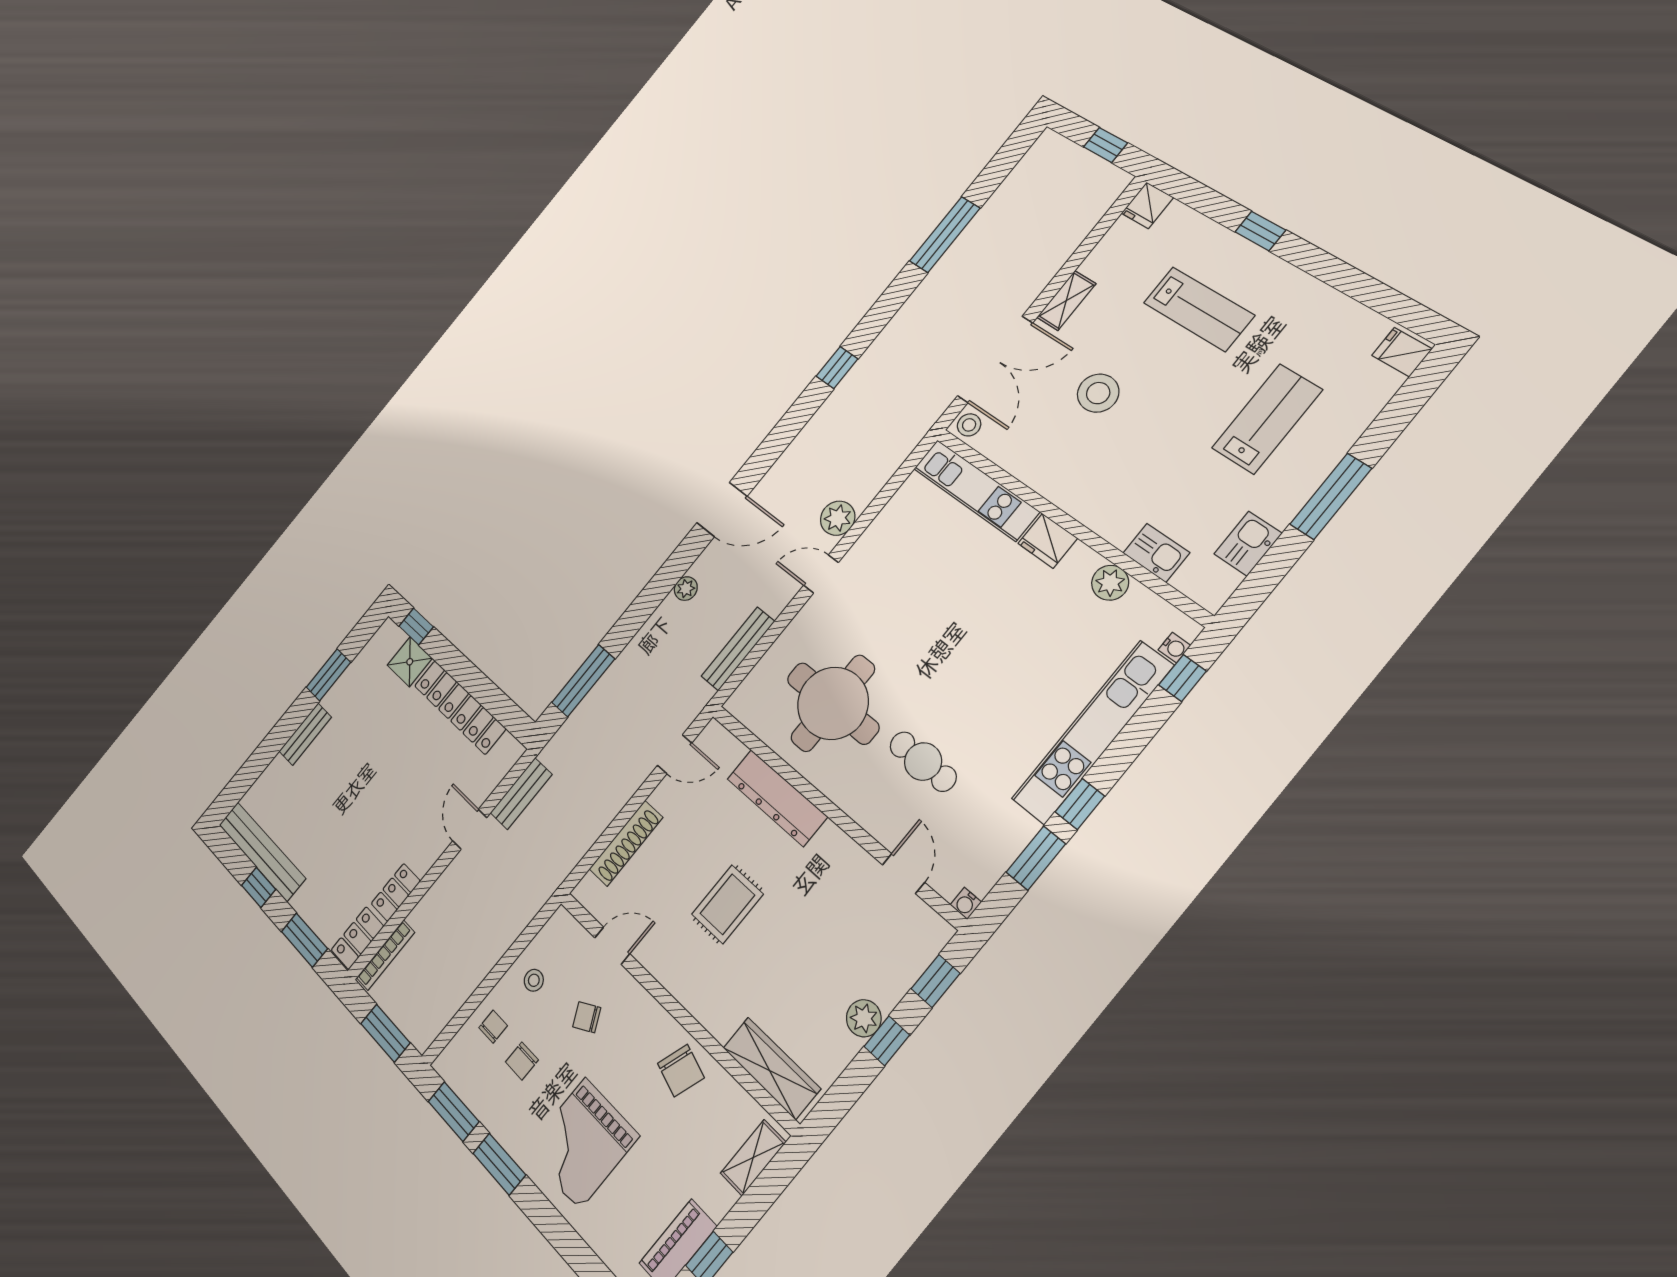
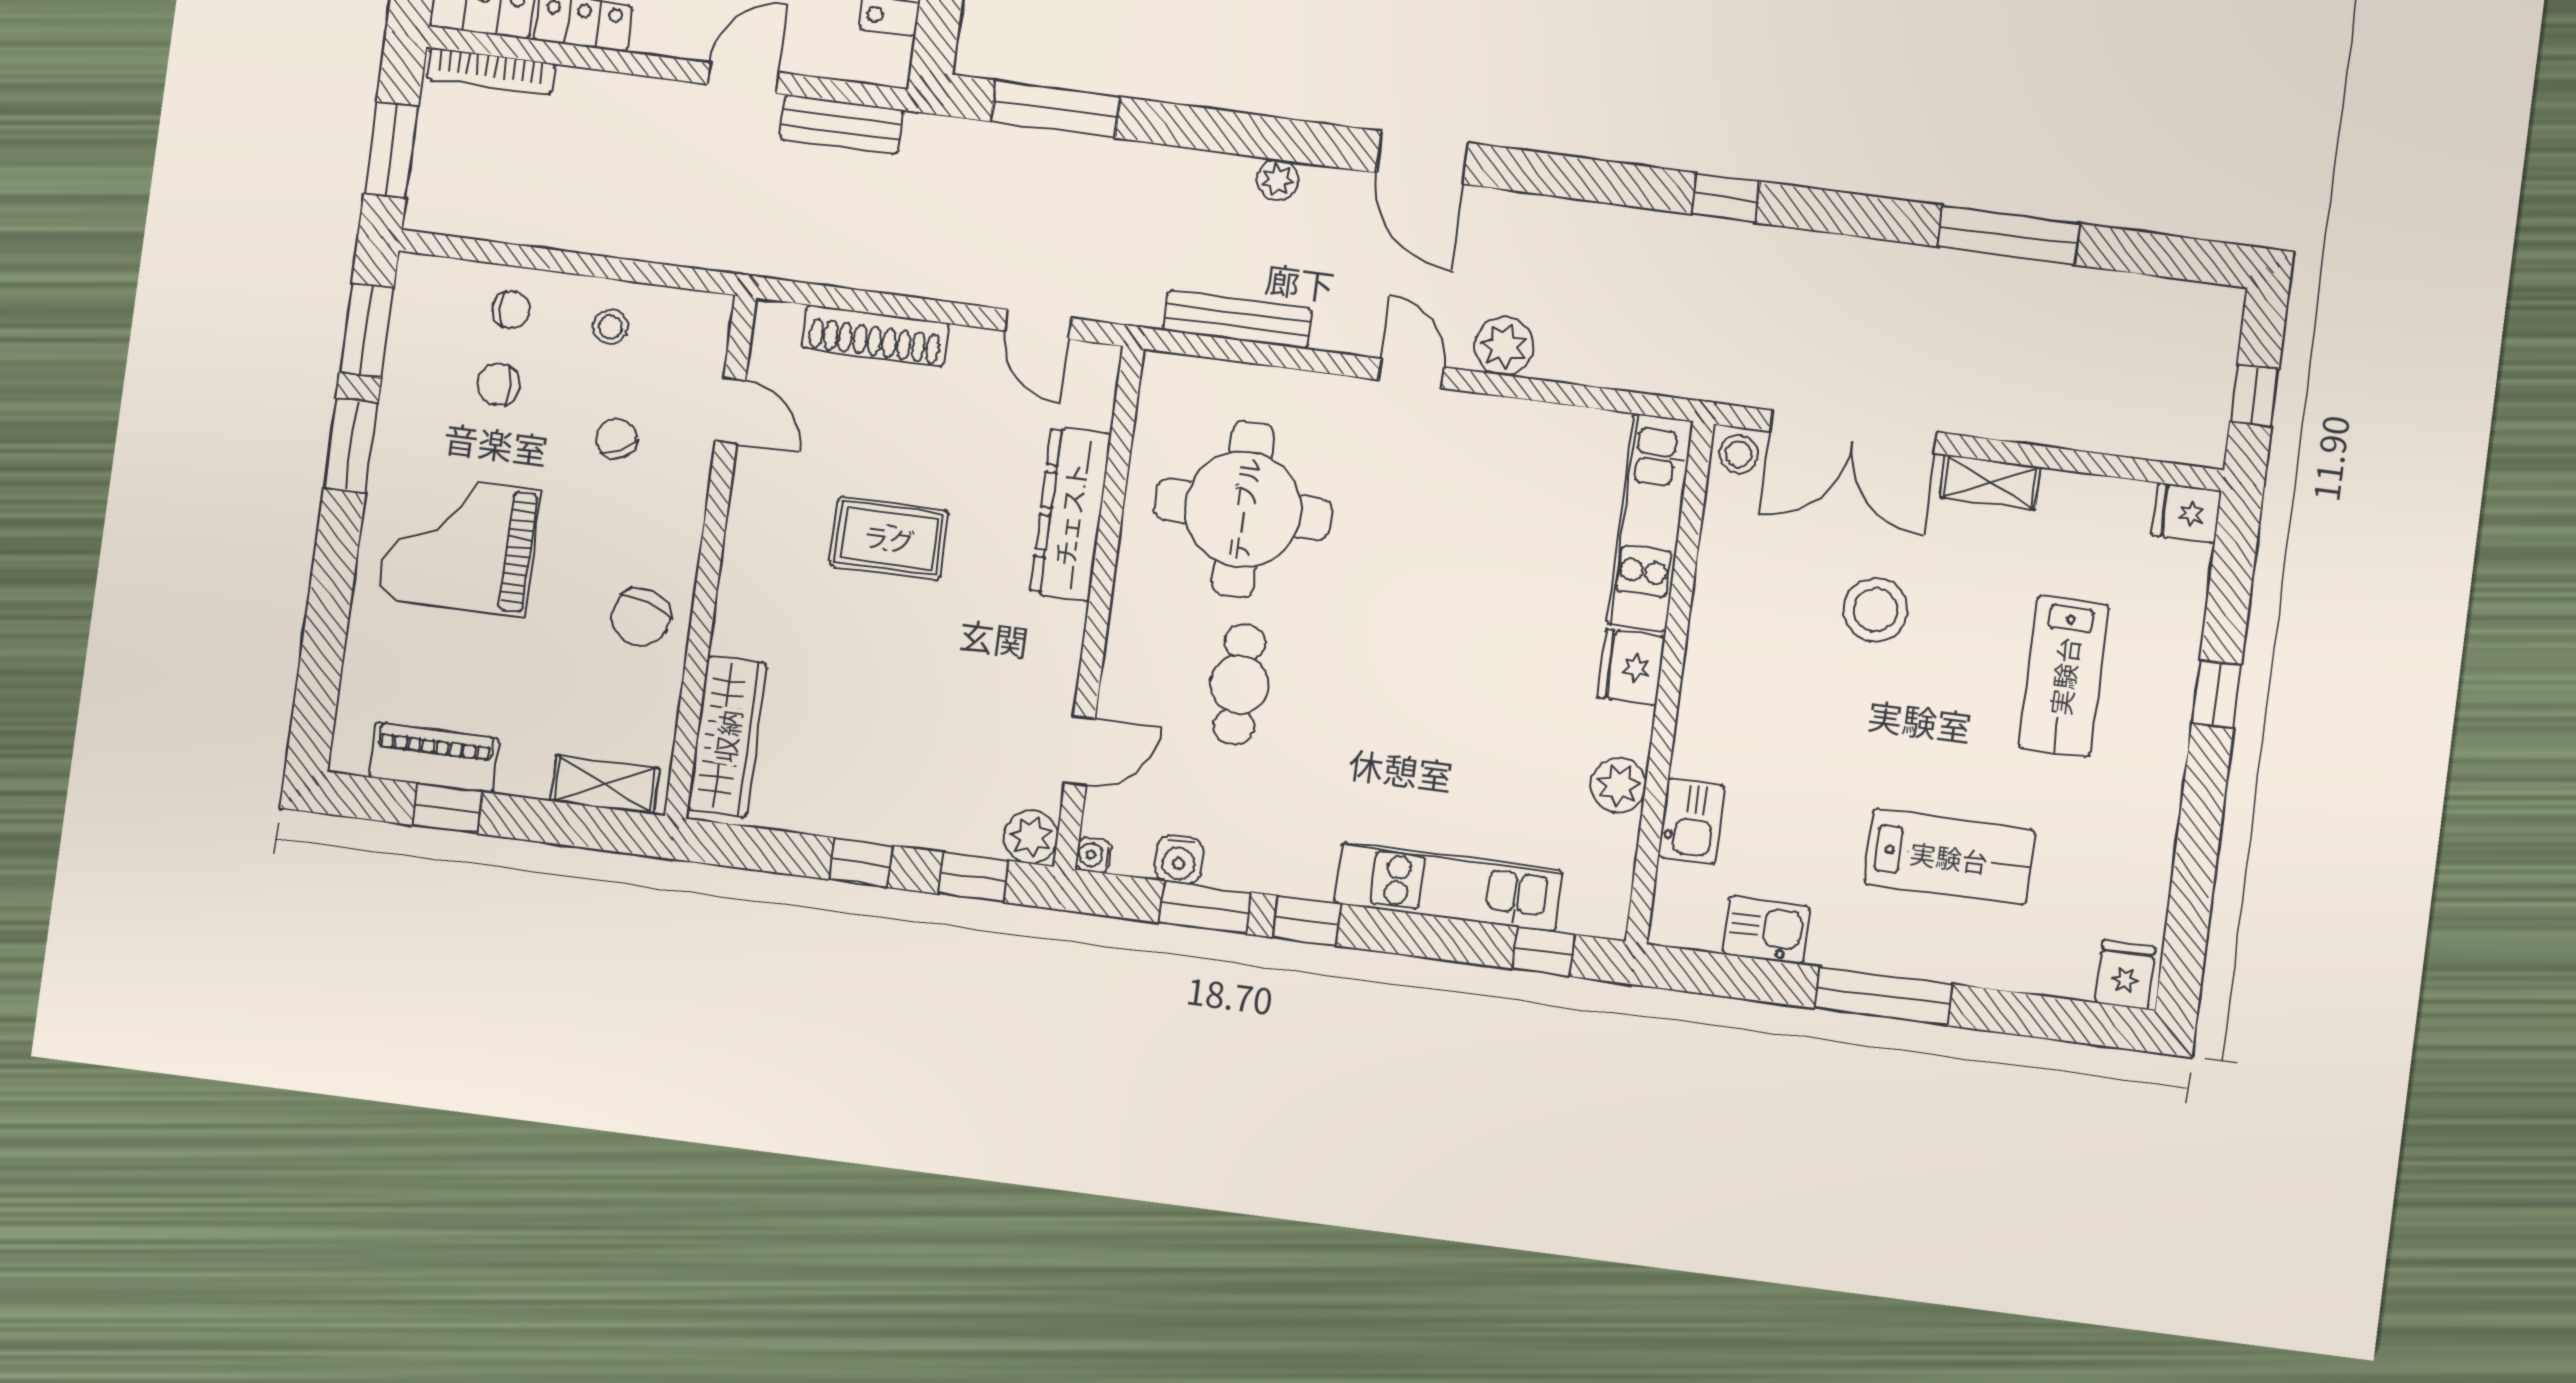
water cooler: (1174, 648) -> (1179, 860), moved, width x1.38, depth x1.38
kitchen unit: (1093, 732) -> (1448, 887), width x0.73
plant: (864, 1018) -> (1031, 837), moved

